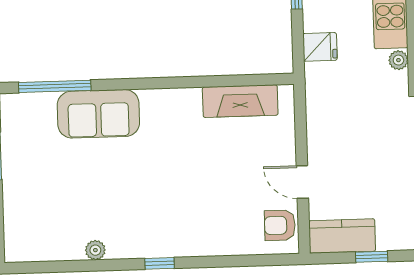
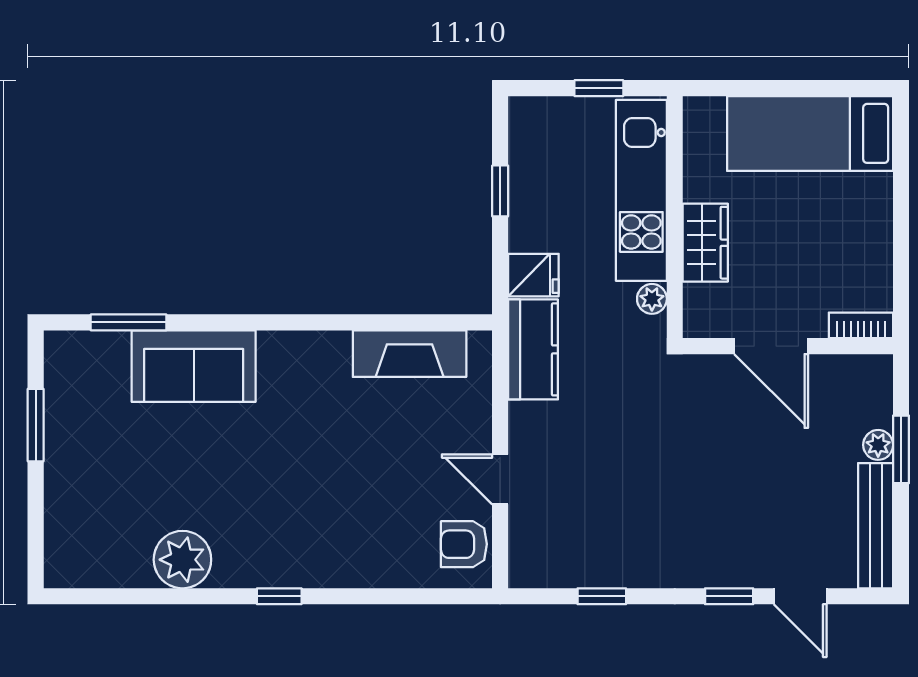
window: (55, 86) -> (129, 322), width x0.69
kitchen counter: (342, 236) -> (533, 349), moved, turned 90
plant: (95, 250) -> (182, 560), width x1.87, depth x1.87

